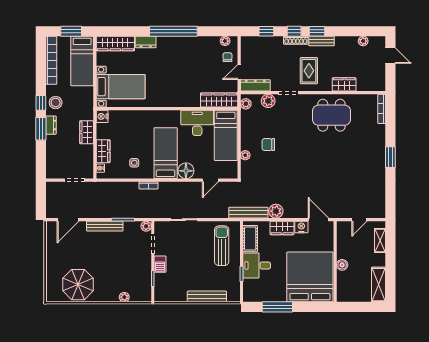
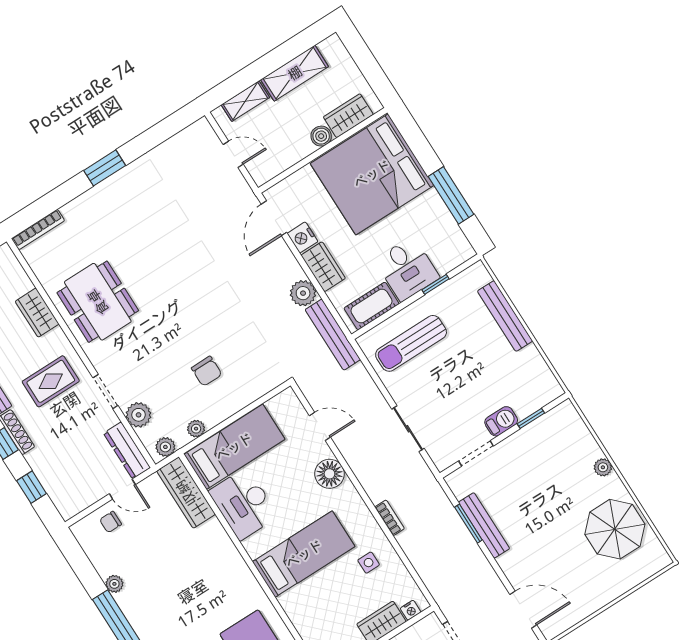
plant: (225, 41) -> (114, 584), moved
bed: (166, 153) -> (304, 554), moved, turned 180
plant: (245, 155) -> (196, 429), moved
bench: (105, 226) -> (484, 525), moved
plant: (146, 226) -> (456, 481), removed
wardrobe: (344, 283) -> (348, 116), added
shelving: (379, 285) -> (295, 73), moved
plant: (124, 297) -> (603, 467), moved

